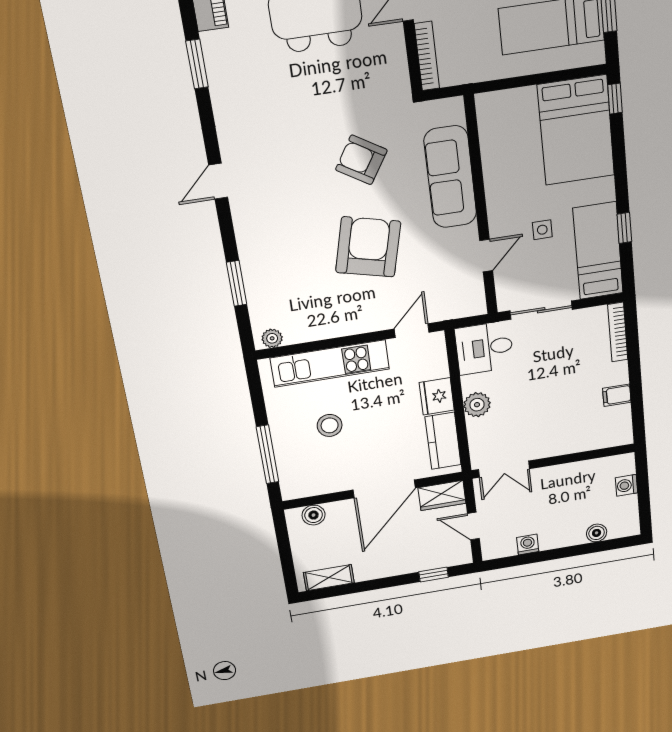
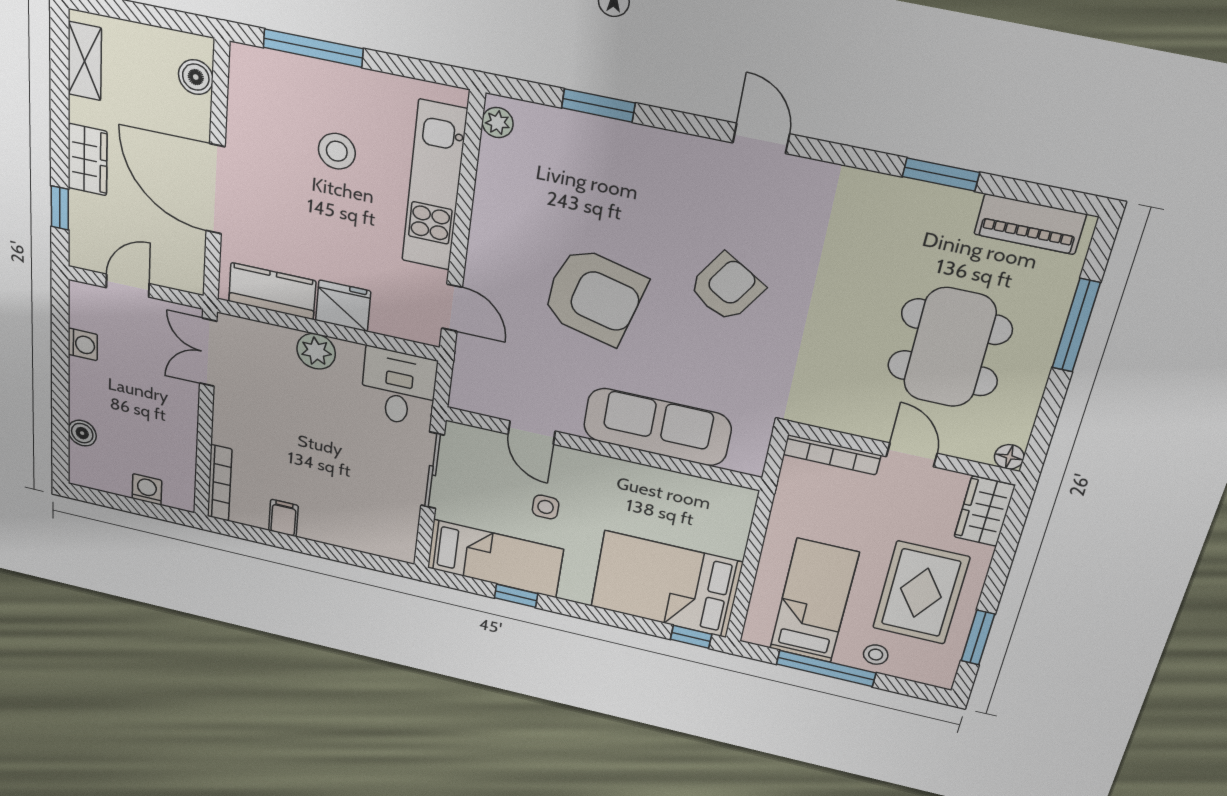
armchair: (361, 160) -> (726, 288), moved
bookcase: (618, 332) -> (220, 483), moved, turned 90
wardrobe: (442, 496) -> (87, 160), moved, turned 180

